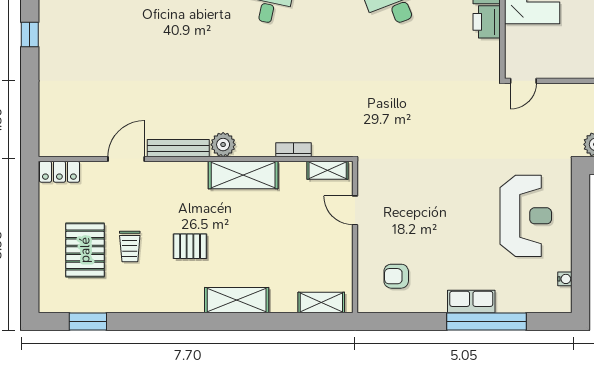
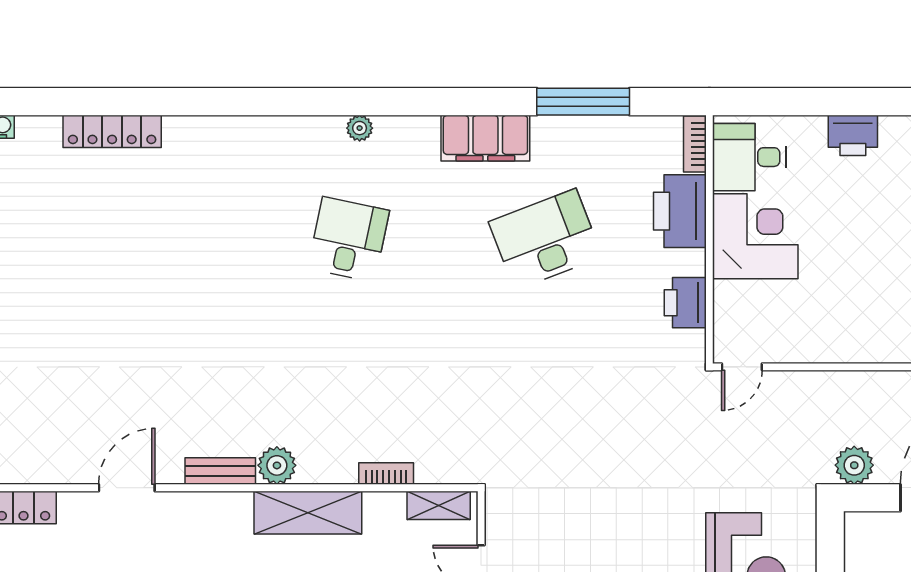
printer: (487, 22) -> (685, 303), moved
bench: (178, 148) -> (220, 471), width x0.73

